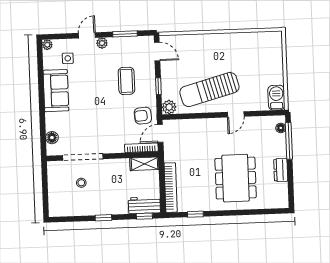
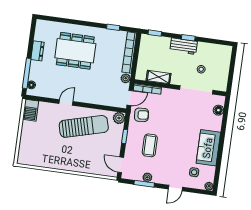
plant: (102, 43) -> (147, 177), moved
plant: (170, 156) -> (126, 78), added
shelving: (144, 164) -> (159, 77), moved
dining table: (236, 178) -> (75, 51), turned 90
workbench: (144, 205) -> (184, 46), moved

